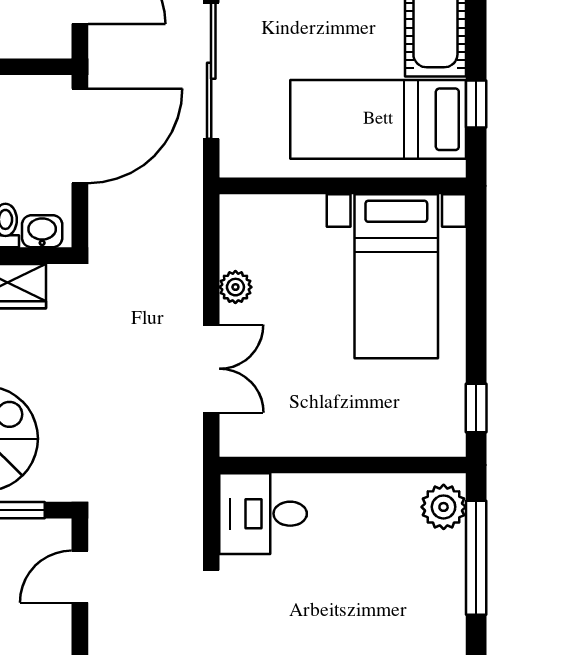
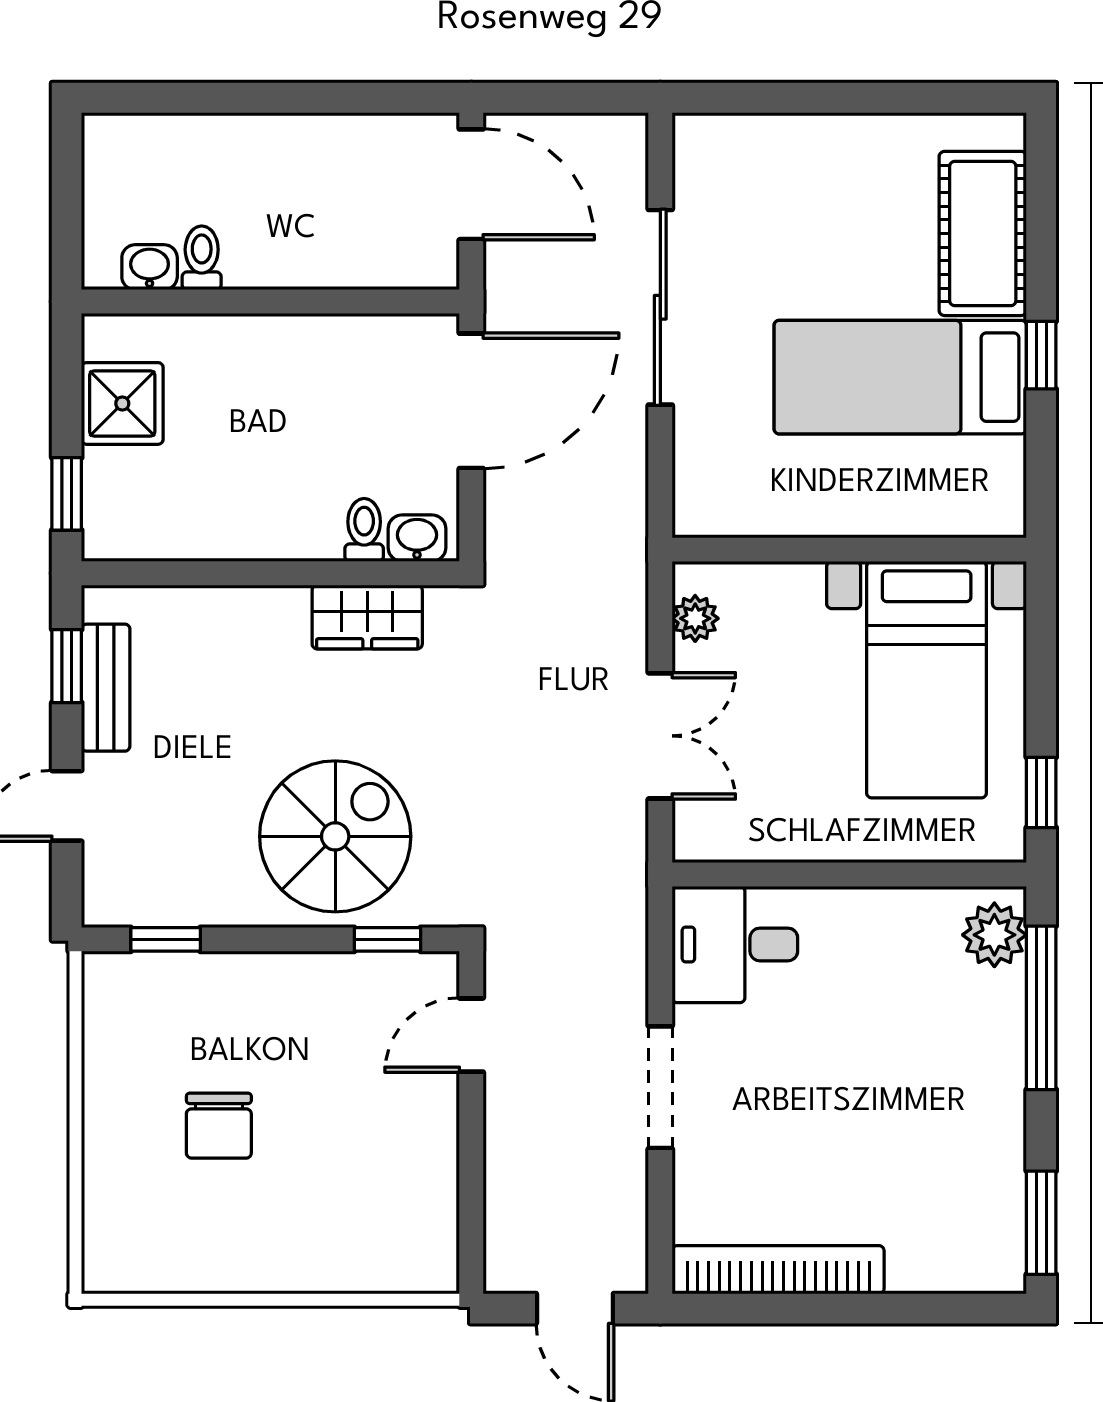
wall: (343, 186) -> (849, 550), moved
bed with nightstands: (396, 276) -> (927, 680), moved

